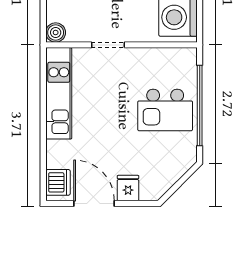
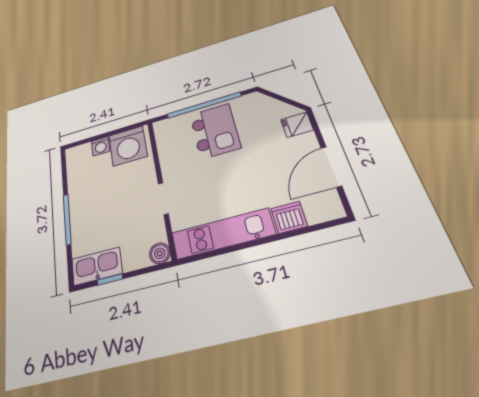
dishwasher: (58, 182) -> (289, 217), moved
fridge: (128, 188) -> (297, 125), moved

